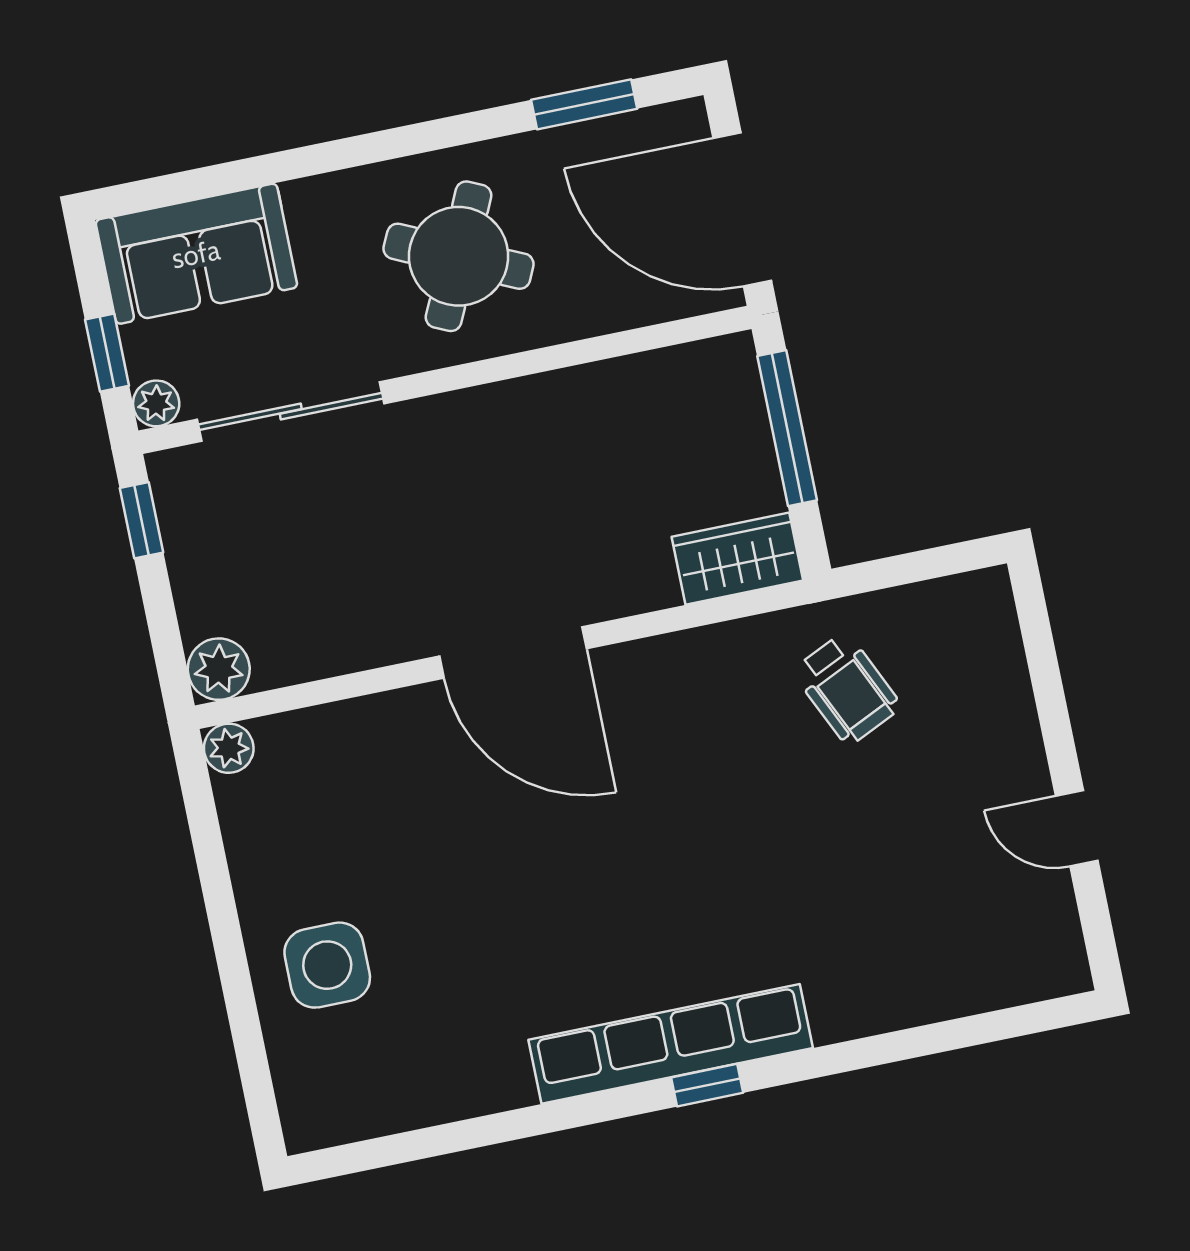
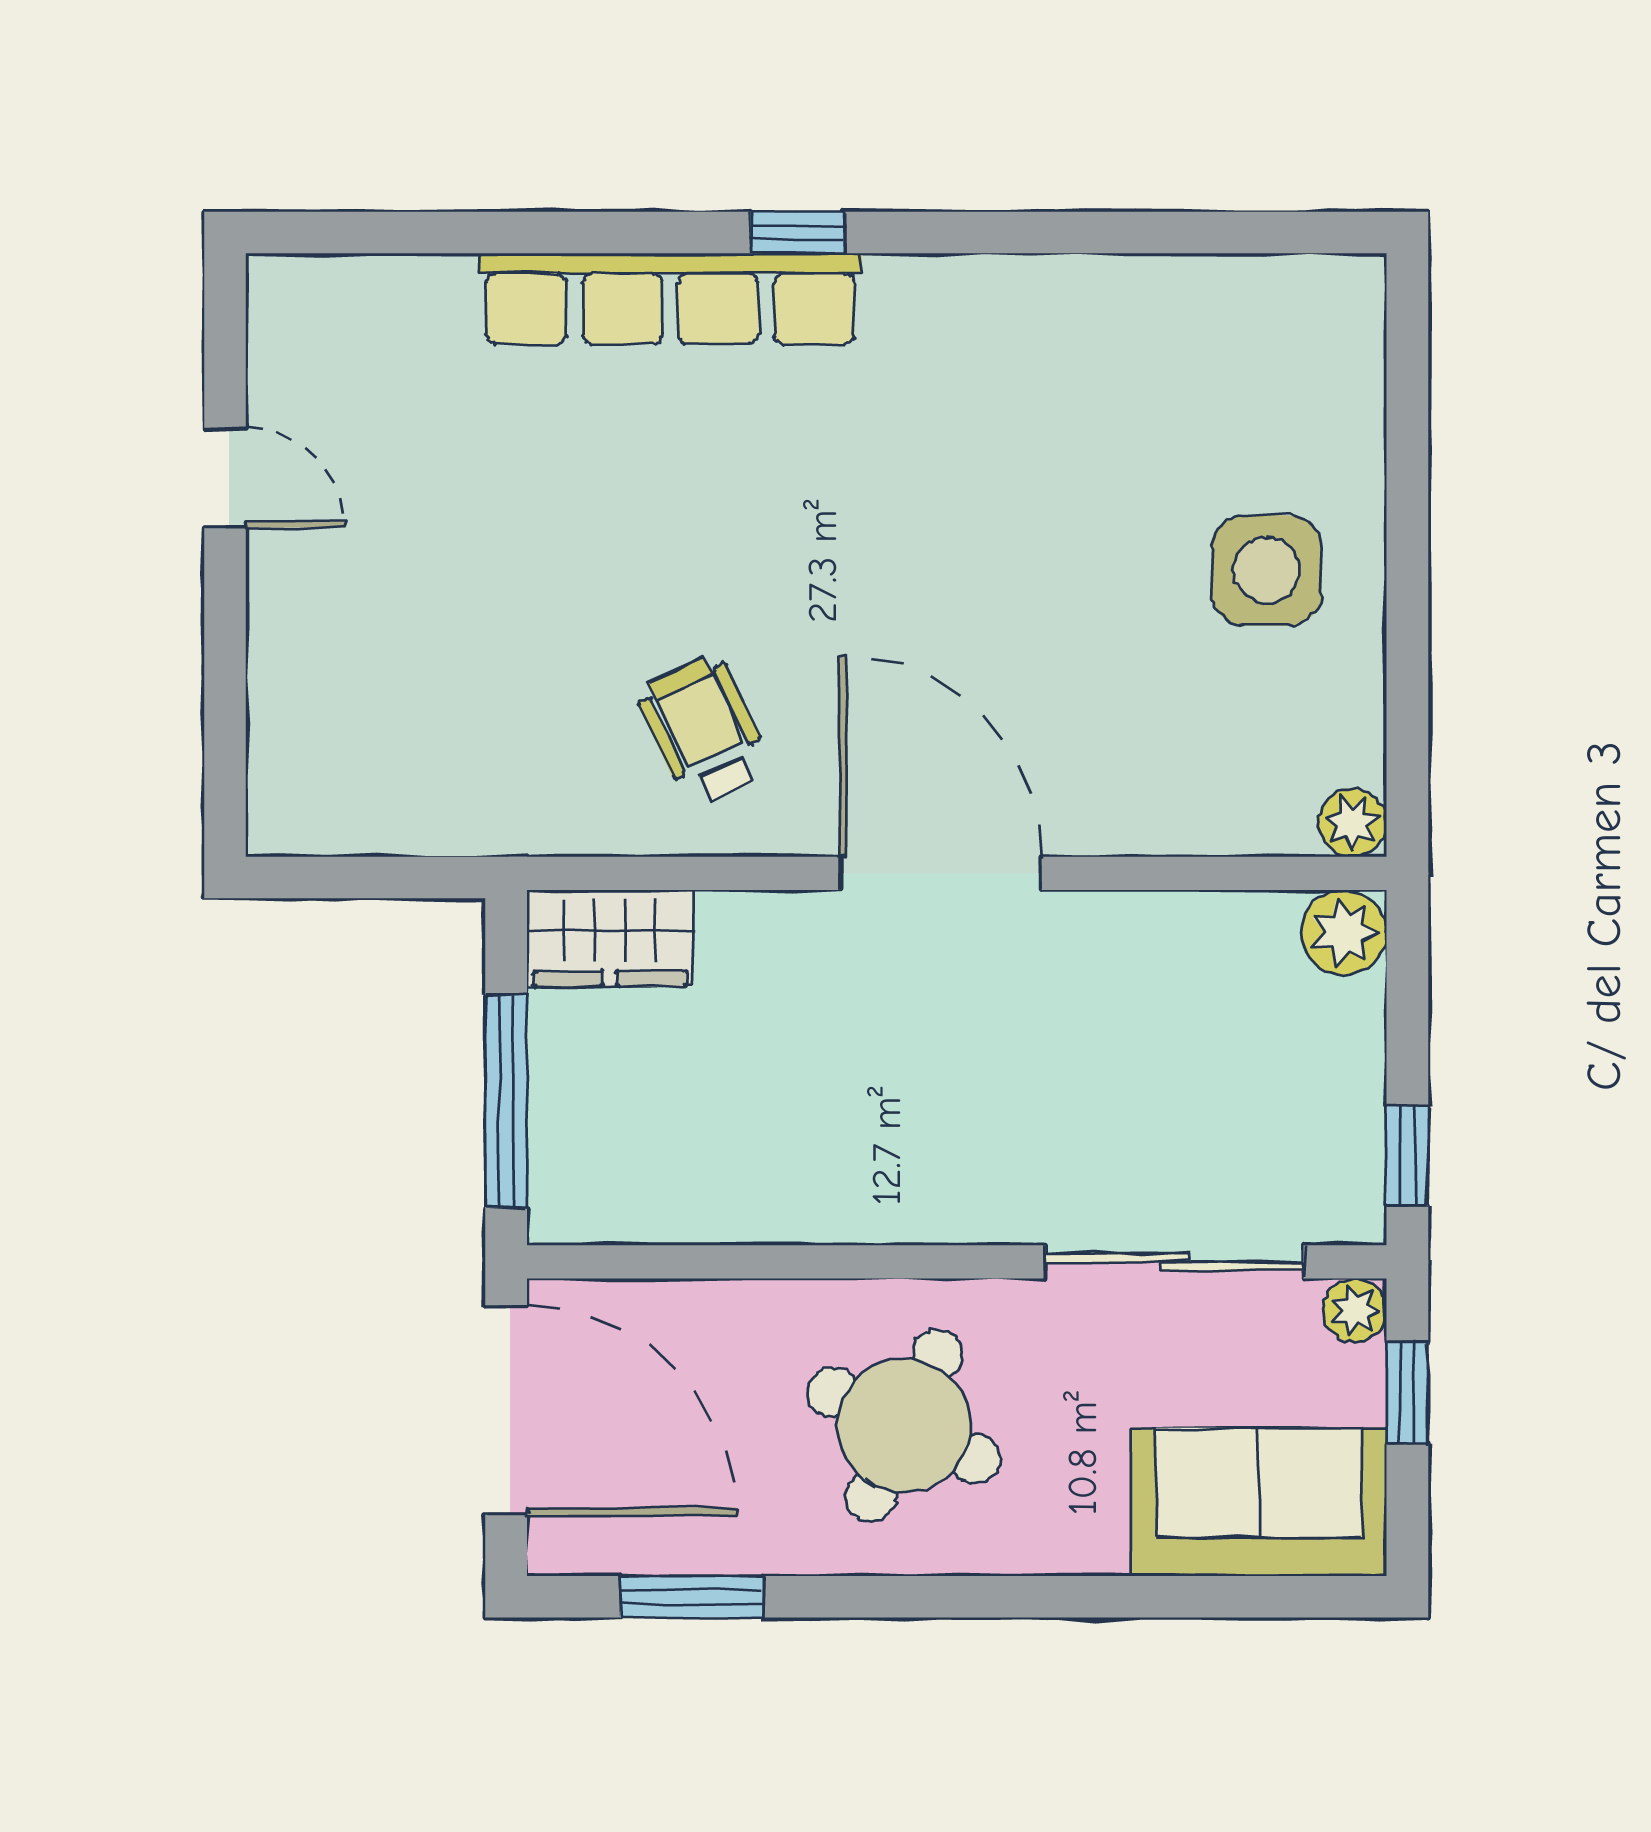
wheelchair: (847, 689) -> (704, 731), moved
side table: (327, 965) -> (1267, 571), moved
row of seats: (671, 1044) -> (670, 299), moved

